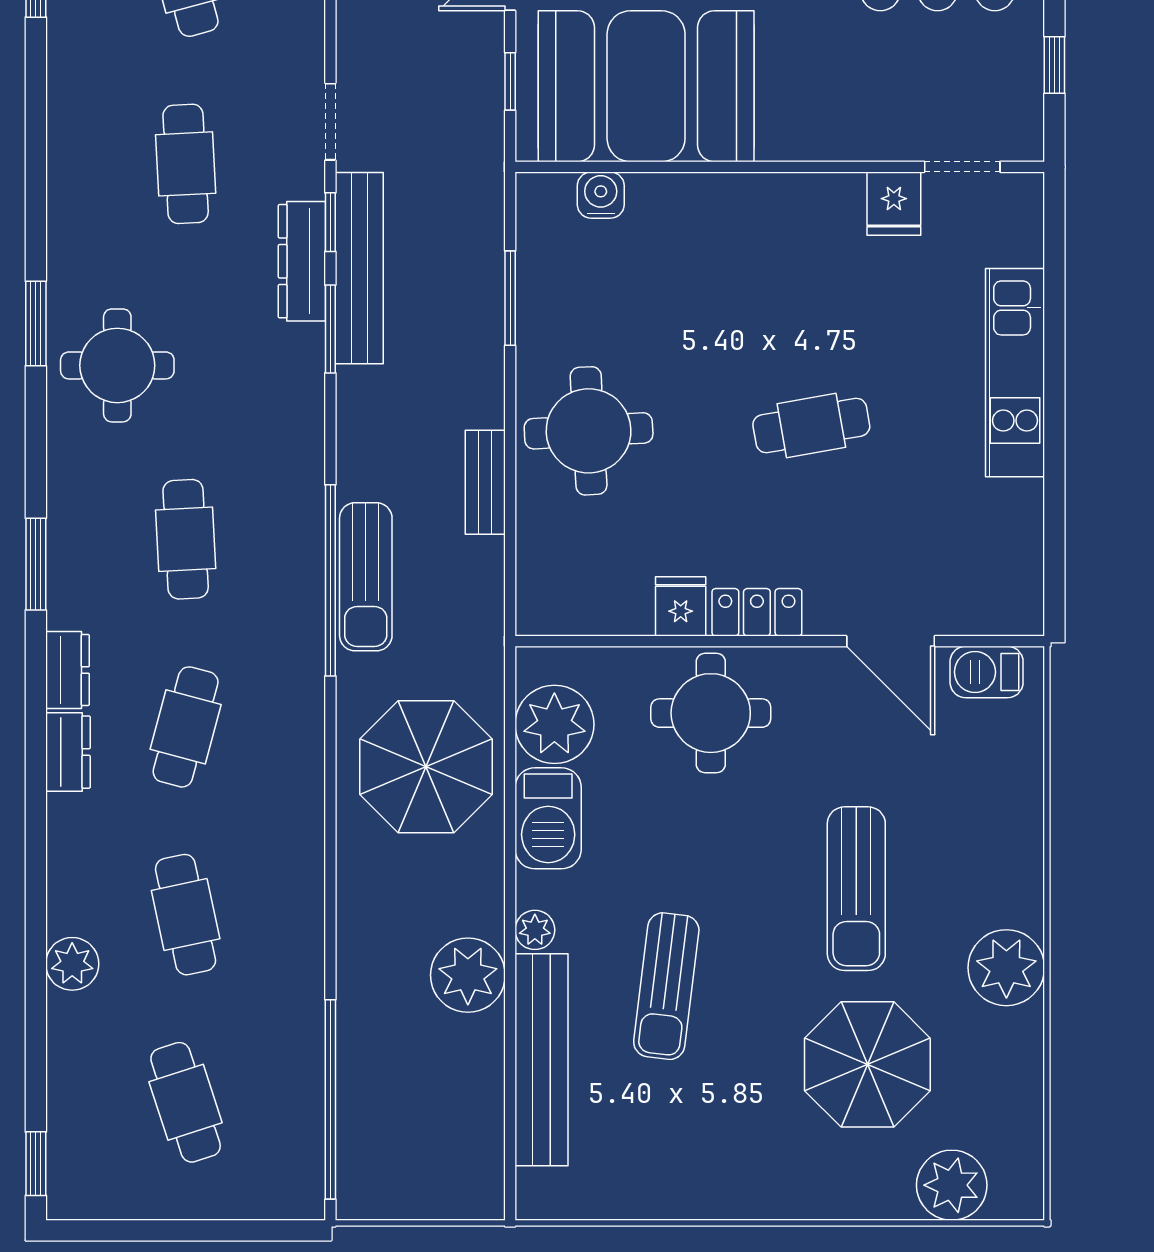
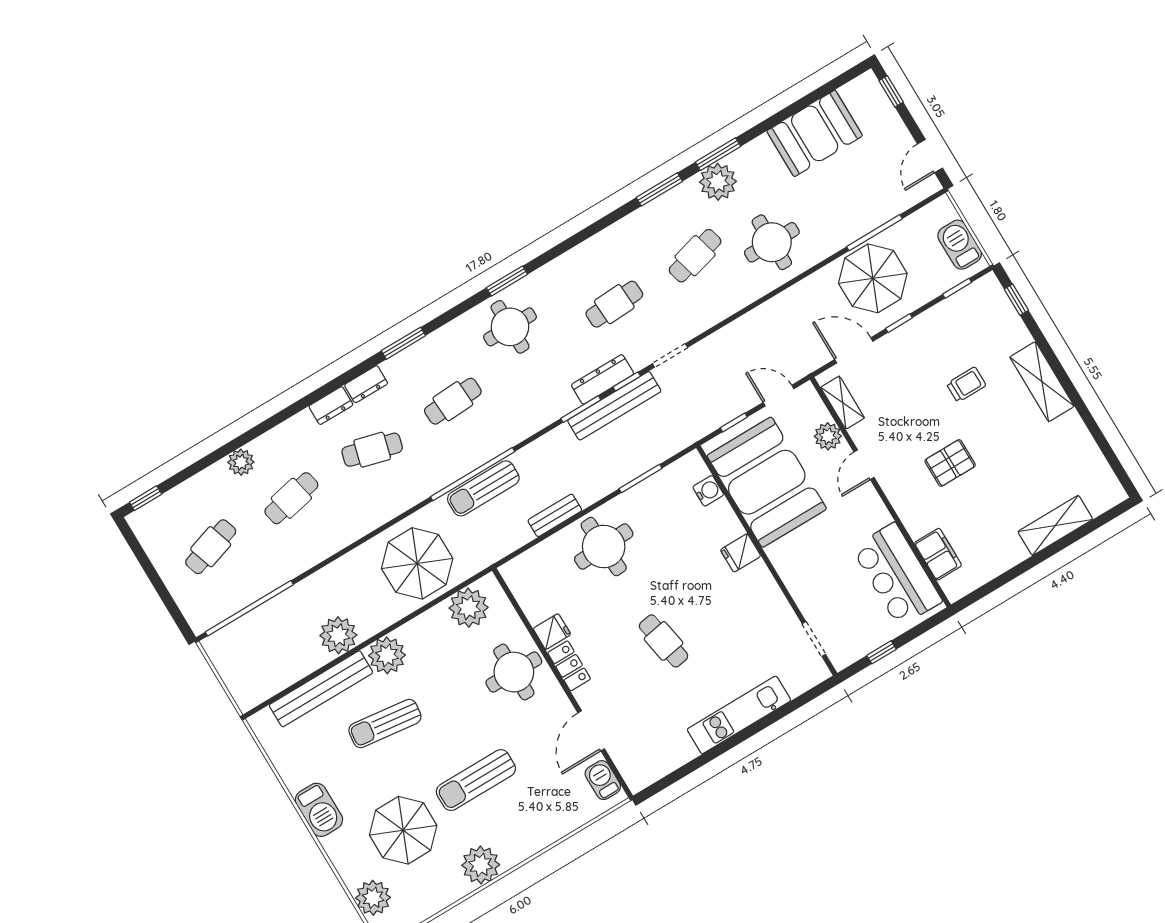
fridge: (894, 204) -> (741, 553), moved
barbecue: (548, 818) -> (319, 810), moved, turned -90
plant: (535, 930) -> (387, 655), width x1.88, depth x1.88

